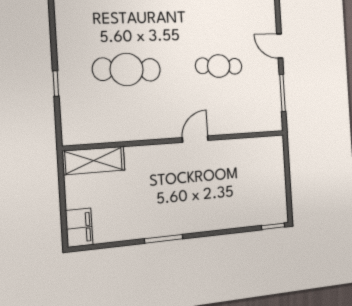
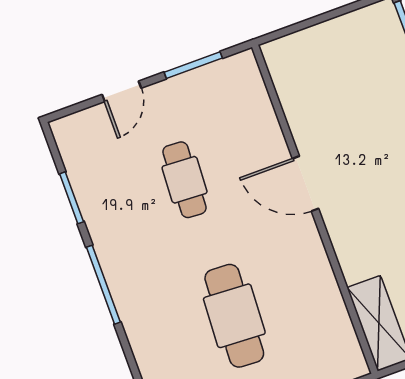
door: (195, 139) -> (305, 184), width x1.38

